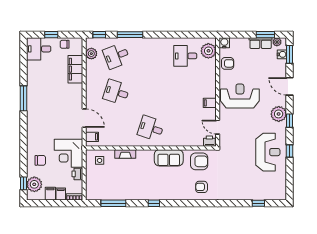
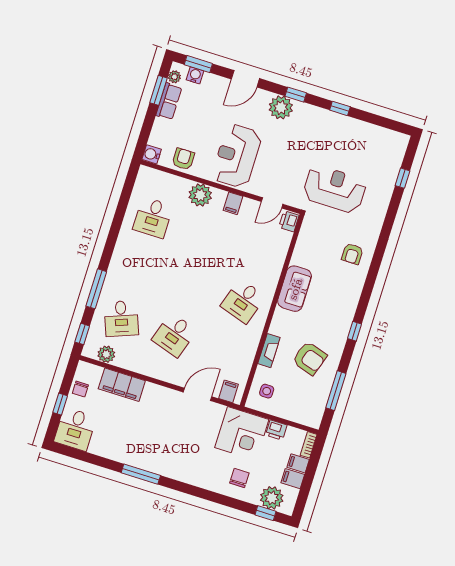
plant: (208, 51) -> (200, 195), moved
reception desk: (268, 152) -> (335, 189), moved
armchair: (199, 161) -> (310, 358), moved, turned 108

